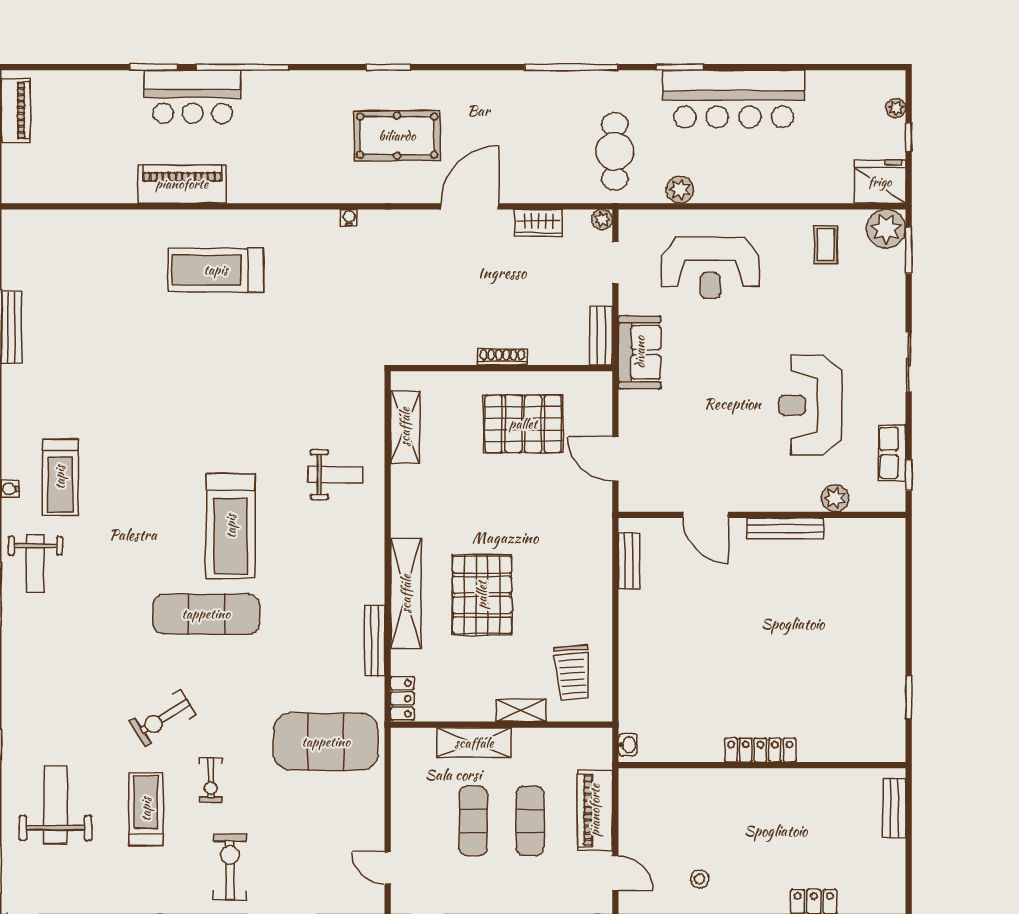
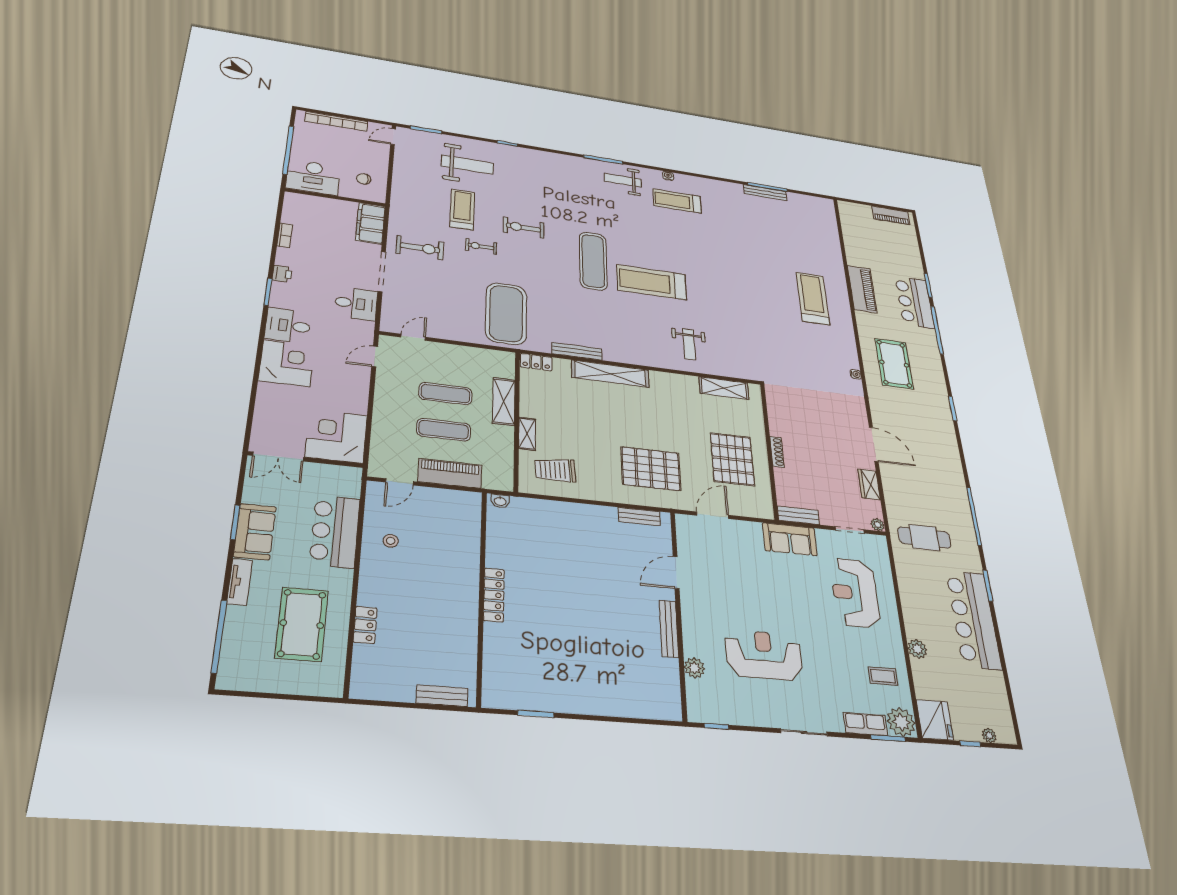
pool table: (397, 136) -> (894, 364), moved
plant: (680, 190) -> (917, 649), moved
row of seats: (892, 453) -> (865, 724), moved
pallet: (482, 595) -> (651, 469), moved
exercise bike: (163, 718) -> (524, 228), turned -58
treadmill: (146, 809) -> (462, 209), turned -90

